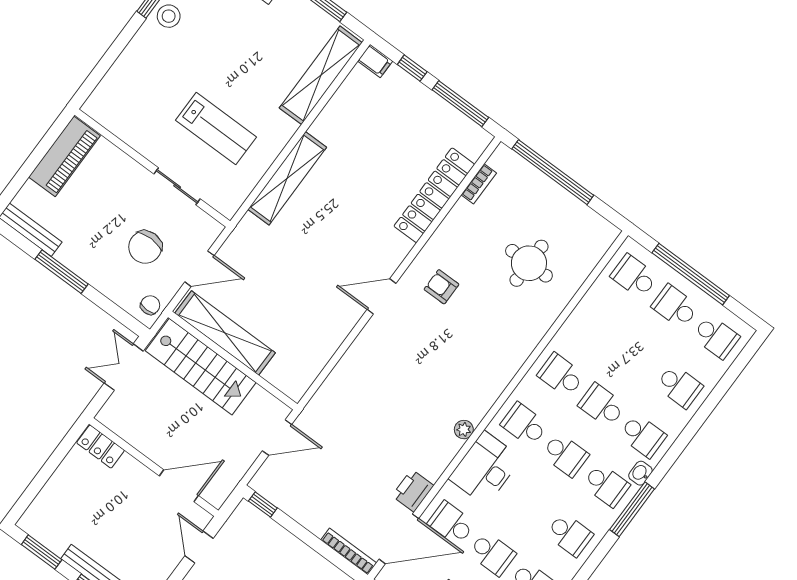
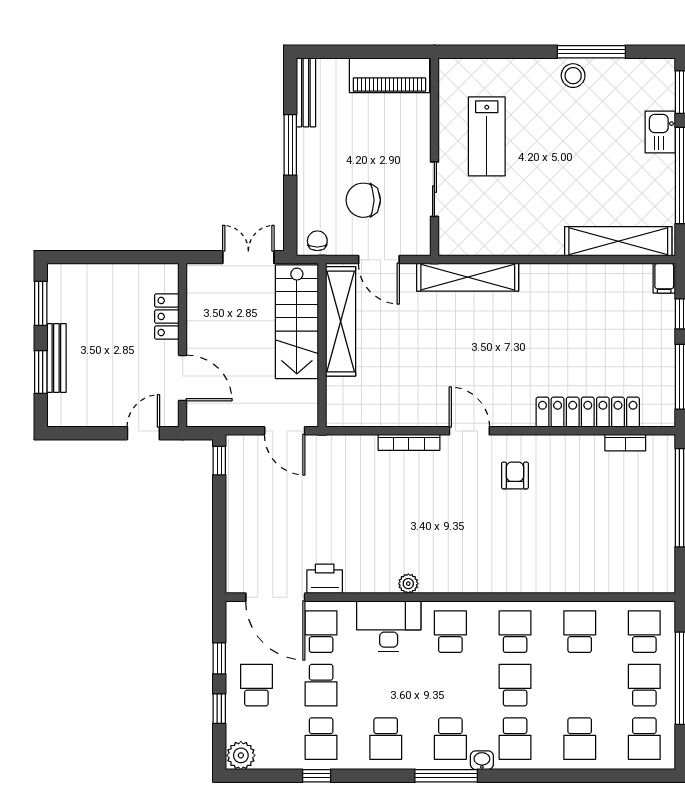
lab bench: (216, 129) -> (487, 136), moved
shelving: (287, 178) -> (468, 277), moved
round table: (529, 263) -> (590, 535), removed
chair: (150, 305) -> (317, 241), turned -90
locker: (101, 447) -> (167, 316), moved
school desk: (565, 455) -> (580, 632), moved, turned 180
bookcase: (349, 551) -> (409, 442), moved, turned 90

